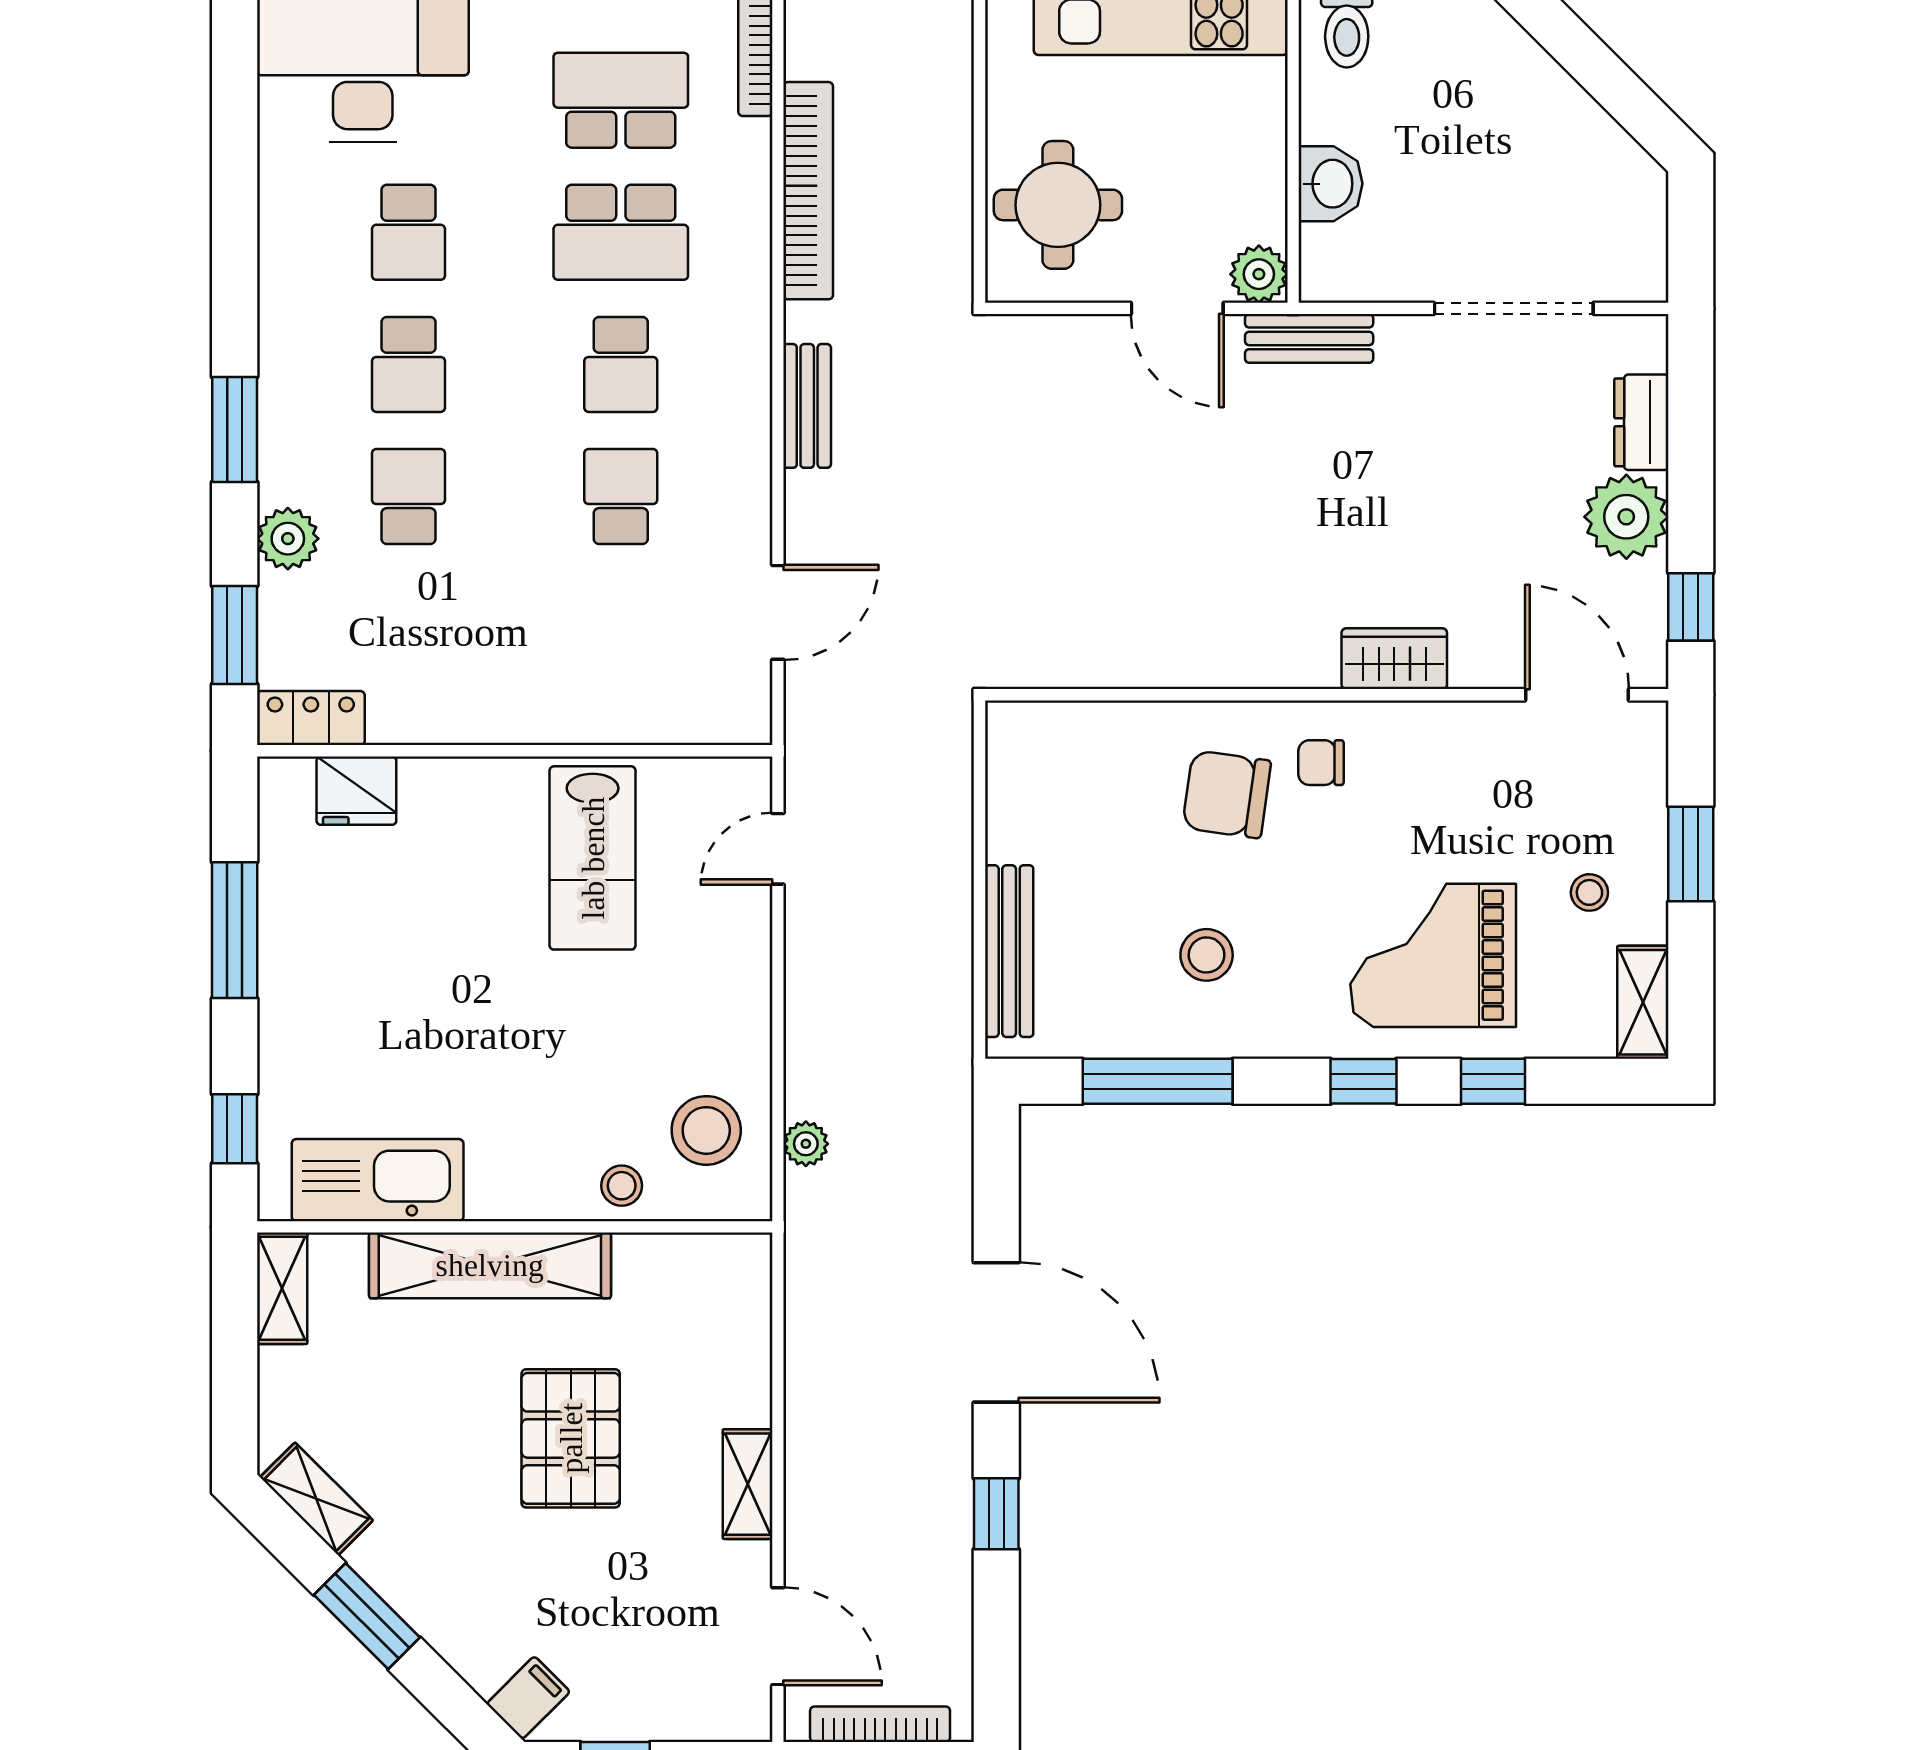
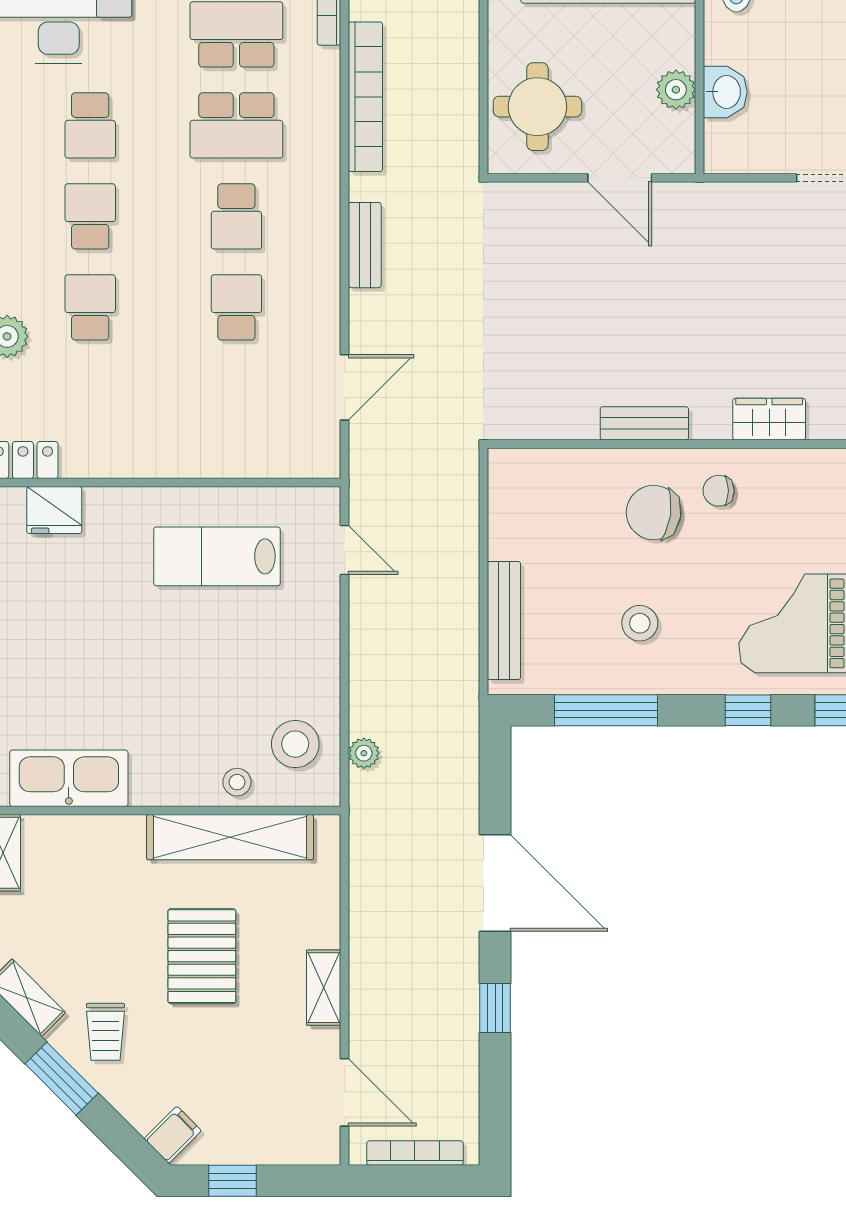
plant: (1259, 274) -> (676, 90), moved
bench: (1309, 338) -> (644, 423), moved
school desk: (409, 364) -> (90, 216), turned 180
door: (778, 849) -> (345, 550), swing flipped
lab bench: (593, 858) -> (217, 556), turned 90
shelving: (490, 1265) -> (230, 837), moved
trolley: (431, 1548) -> (105, 1032), added

